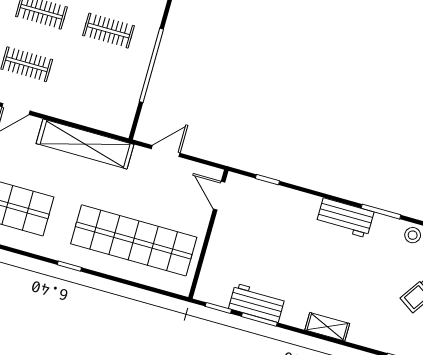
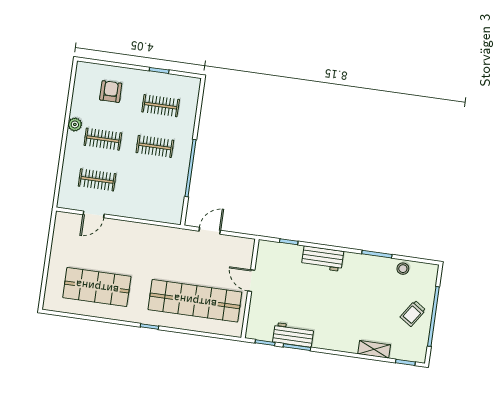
shelving: (85, 144) -> (149, 234), removed
door: (219, 196) -> (251, 281), moved
workbench: (345, 218) -> (322, 259), moved
shelving: (327, 327) -> (374, 349), moved

